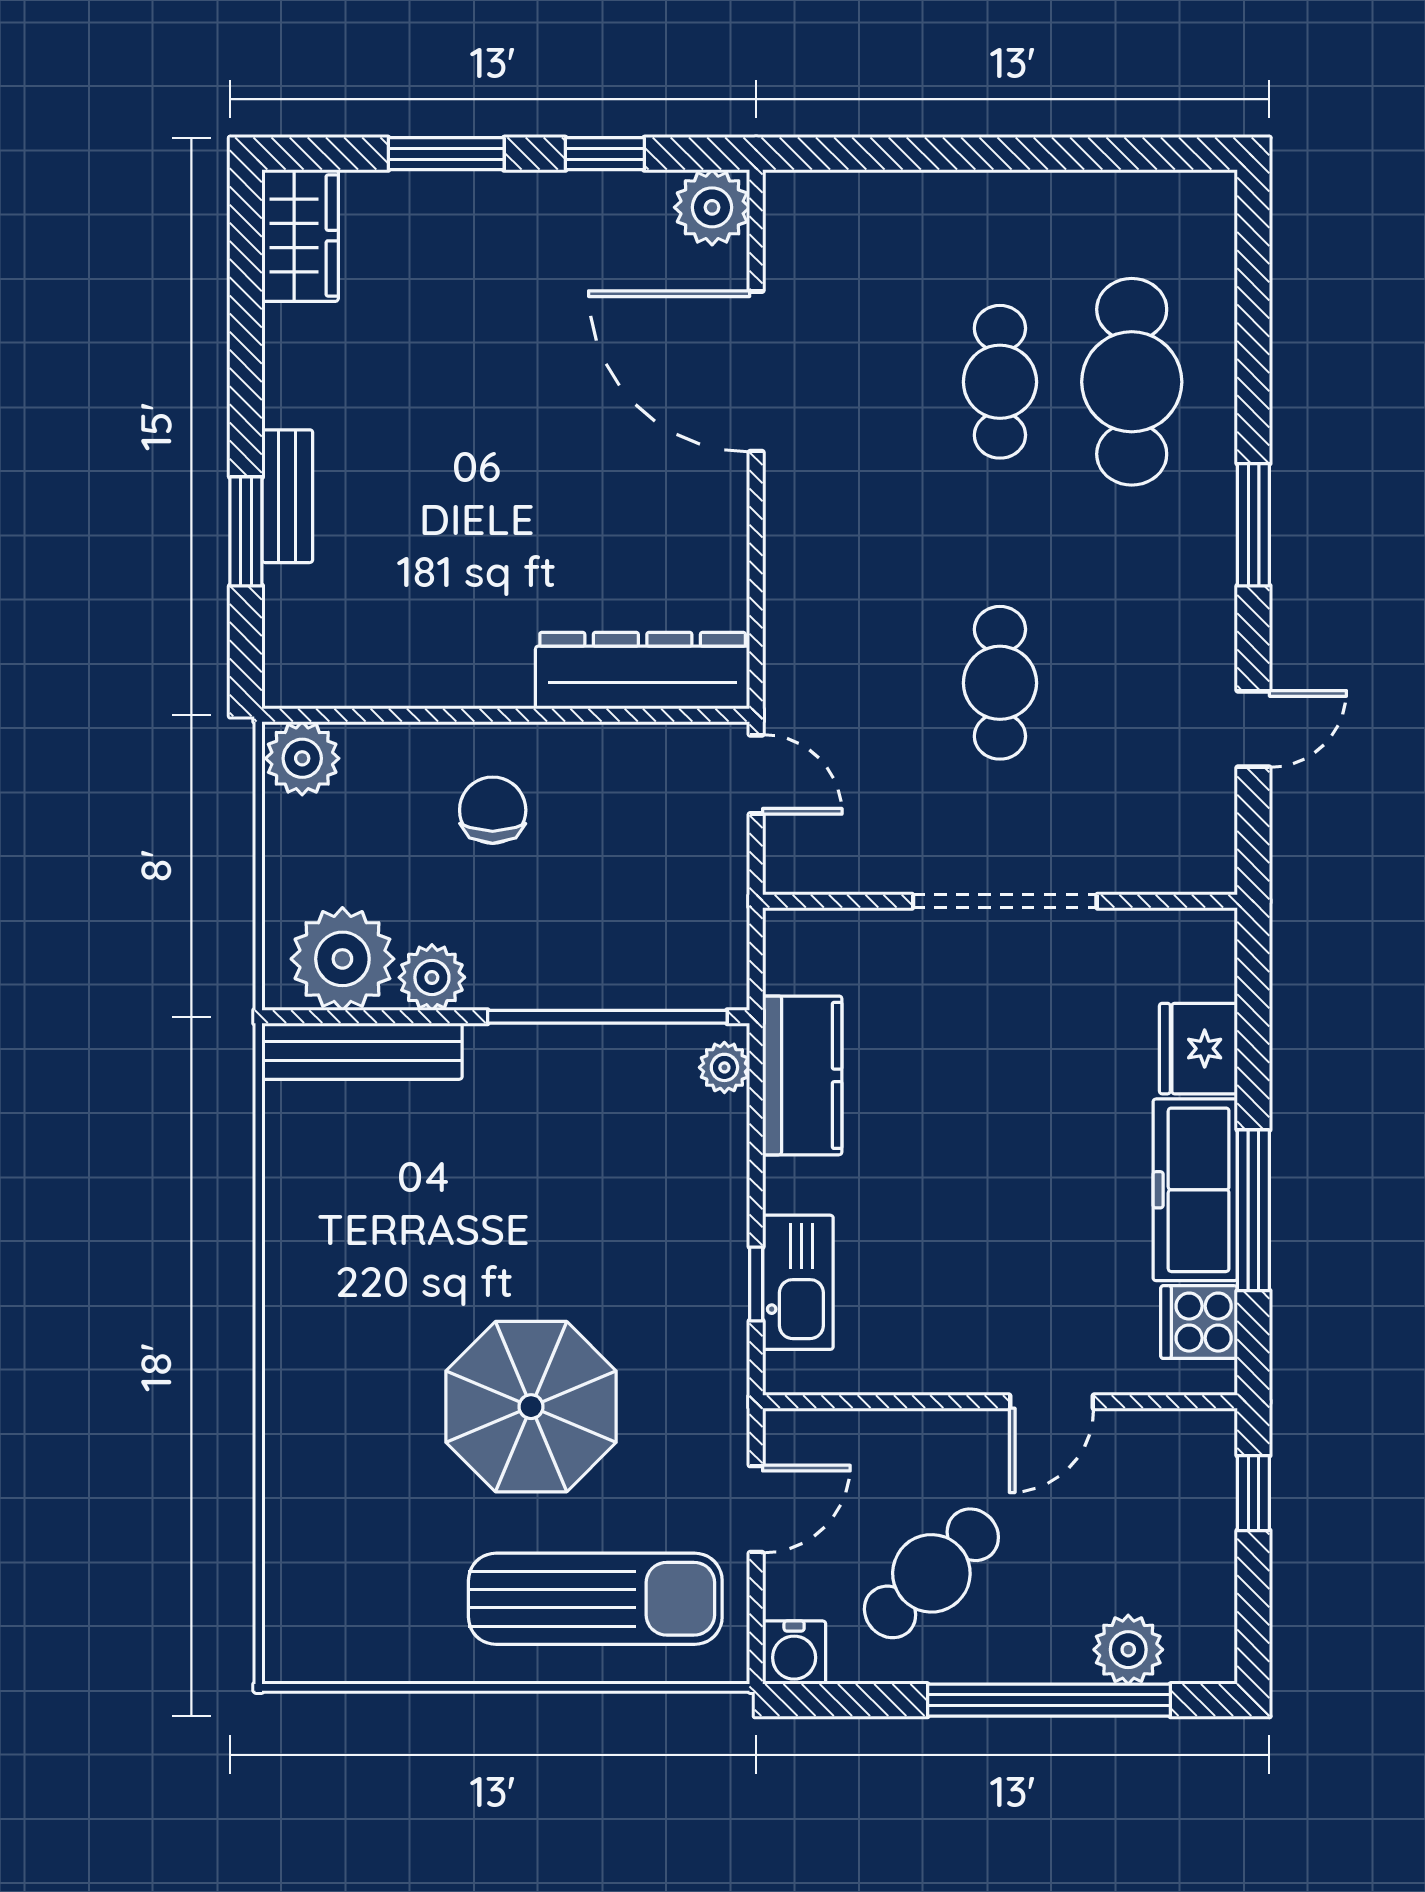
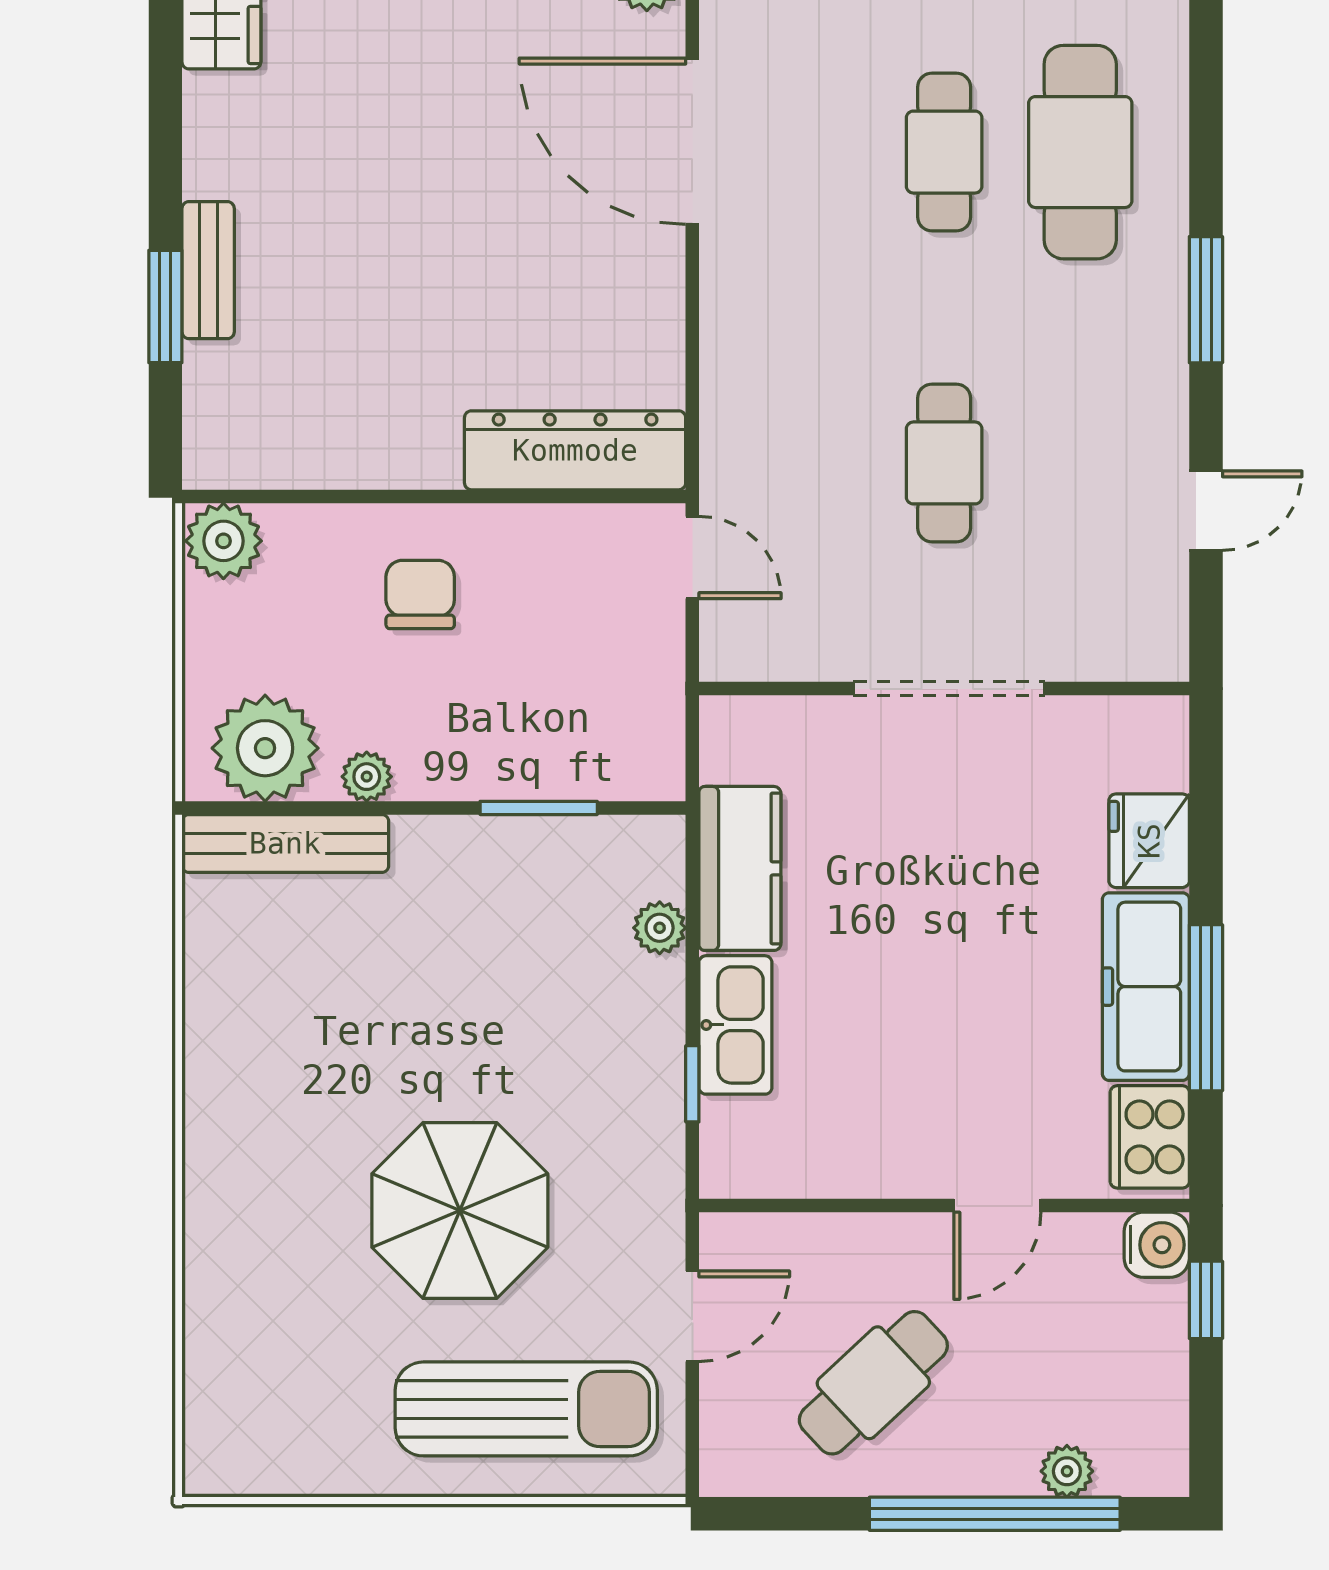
plant: (432, 977) -> (367, 777), width x0.73, depth x0.73
window: (607, 1017) -> (539, 808), width x0.47
plant: (724, 1067) -> (660, 928), moved
kitchen sink: (798, 1282) -> (735, 1025), moved
cooker: (1199, 1322) -> (1150, 1137), width x1.36
plant: (1128, 1650) -> (1067, 1471), width x0.73, depth x0.73
water cooler: (794, 1653) -> (1157, 1245), moved, turned -90

